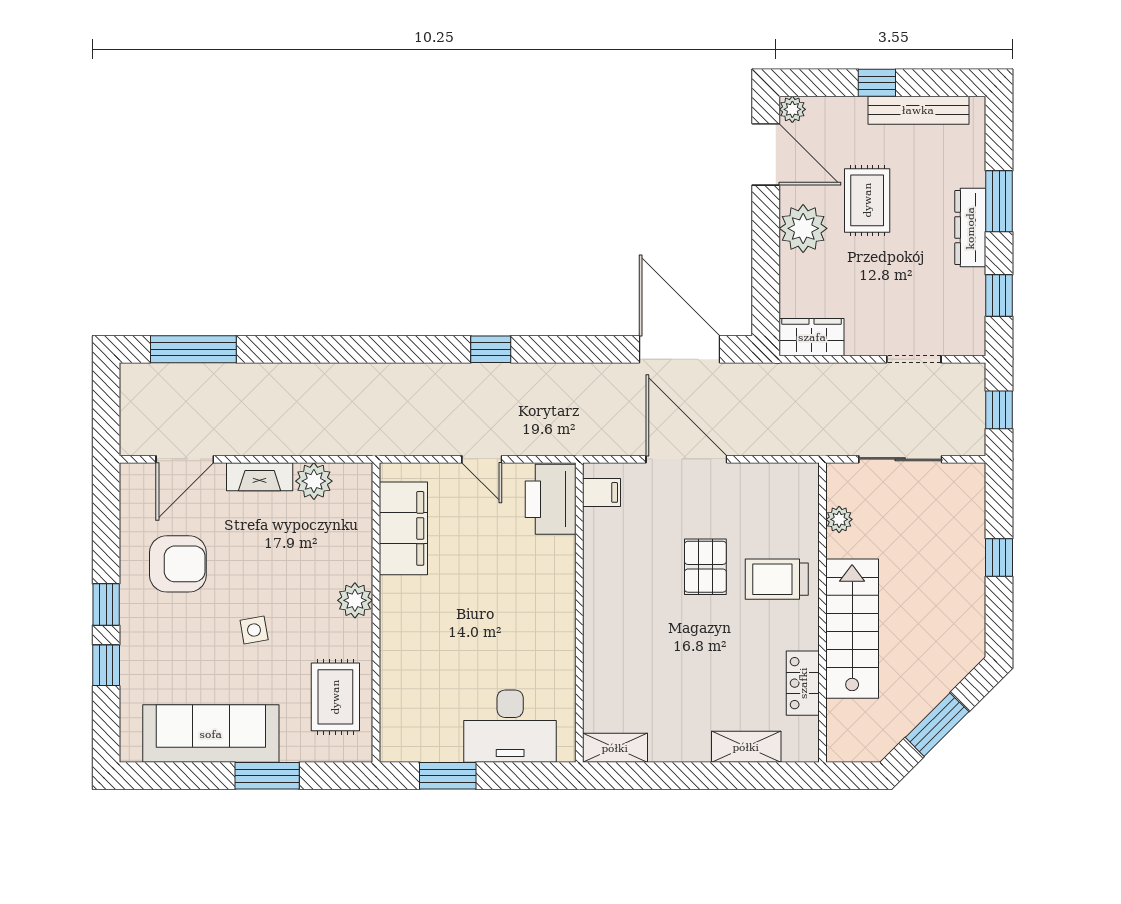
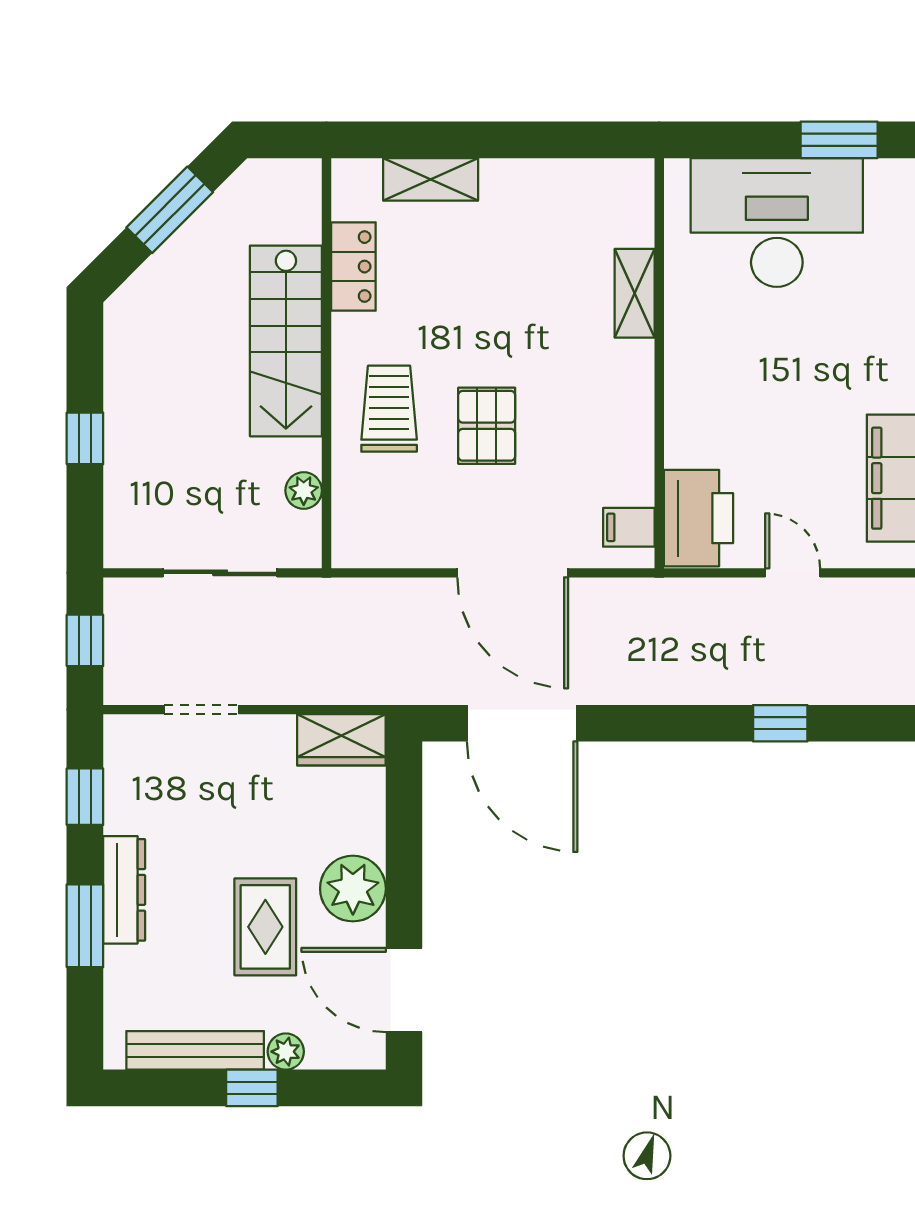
plant: (792, 109) -> (286, 1052), moved
trolley: (777, 579) -> (389, 409), turned -90
desk: (510, 726) -> (777, 222), width x1.36, depth x1.30
shelving: (615, 748) -> (635, 293), moved, turned 90

